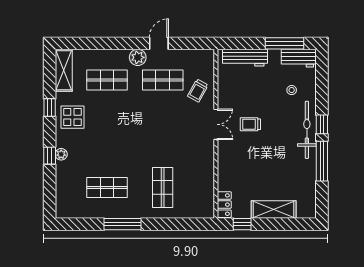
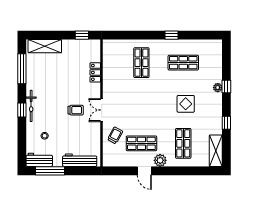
door: (159, 43) -> (144, 171), hinge flipped
shop shelf: (107, 80) -> (183, 143), turned 90
display table: (72, 117) -> (186, 104), moved
bicycle: (307, 130) -> (31, 106), width x0.73, depth x0.71
window: (322, 161) -> (22, 69), moved
locker: (224, 205) -> (95, 72), moved
shelving: (274, 209) -> (45, 46), moved
window: (123, 224) -> (172, 35), width x0.46

